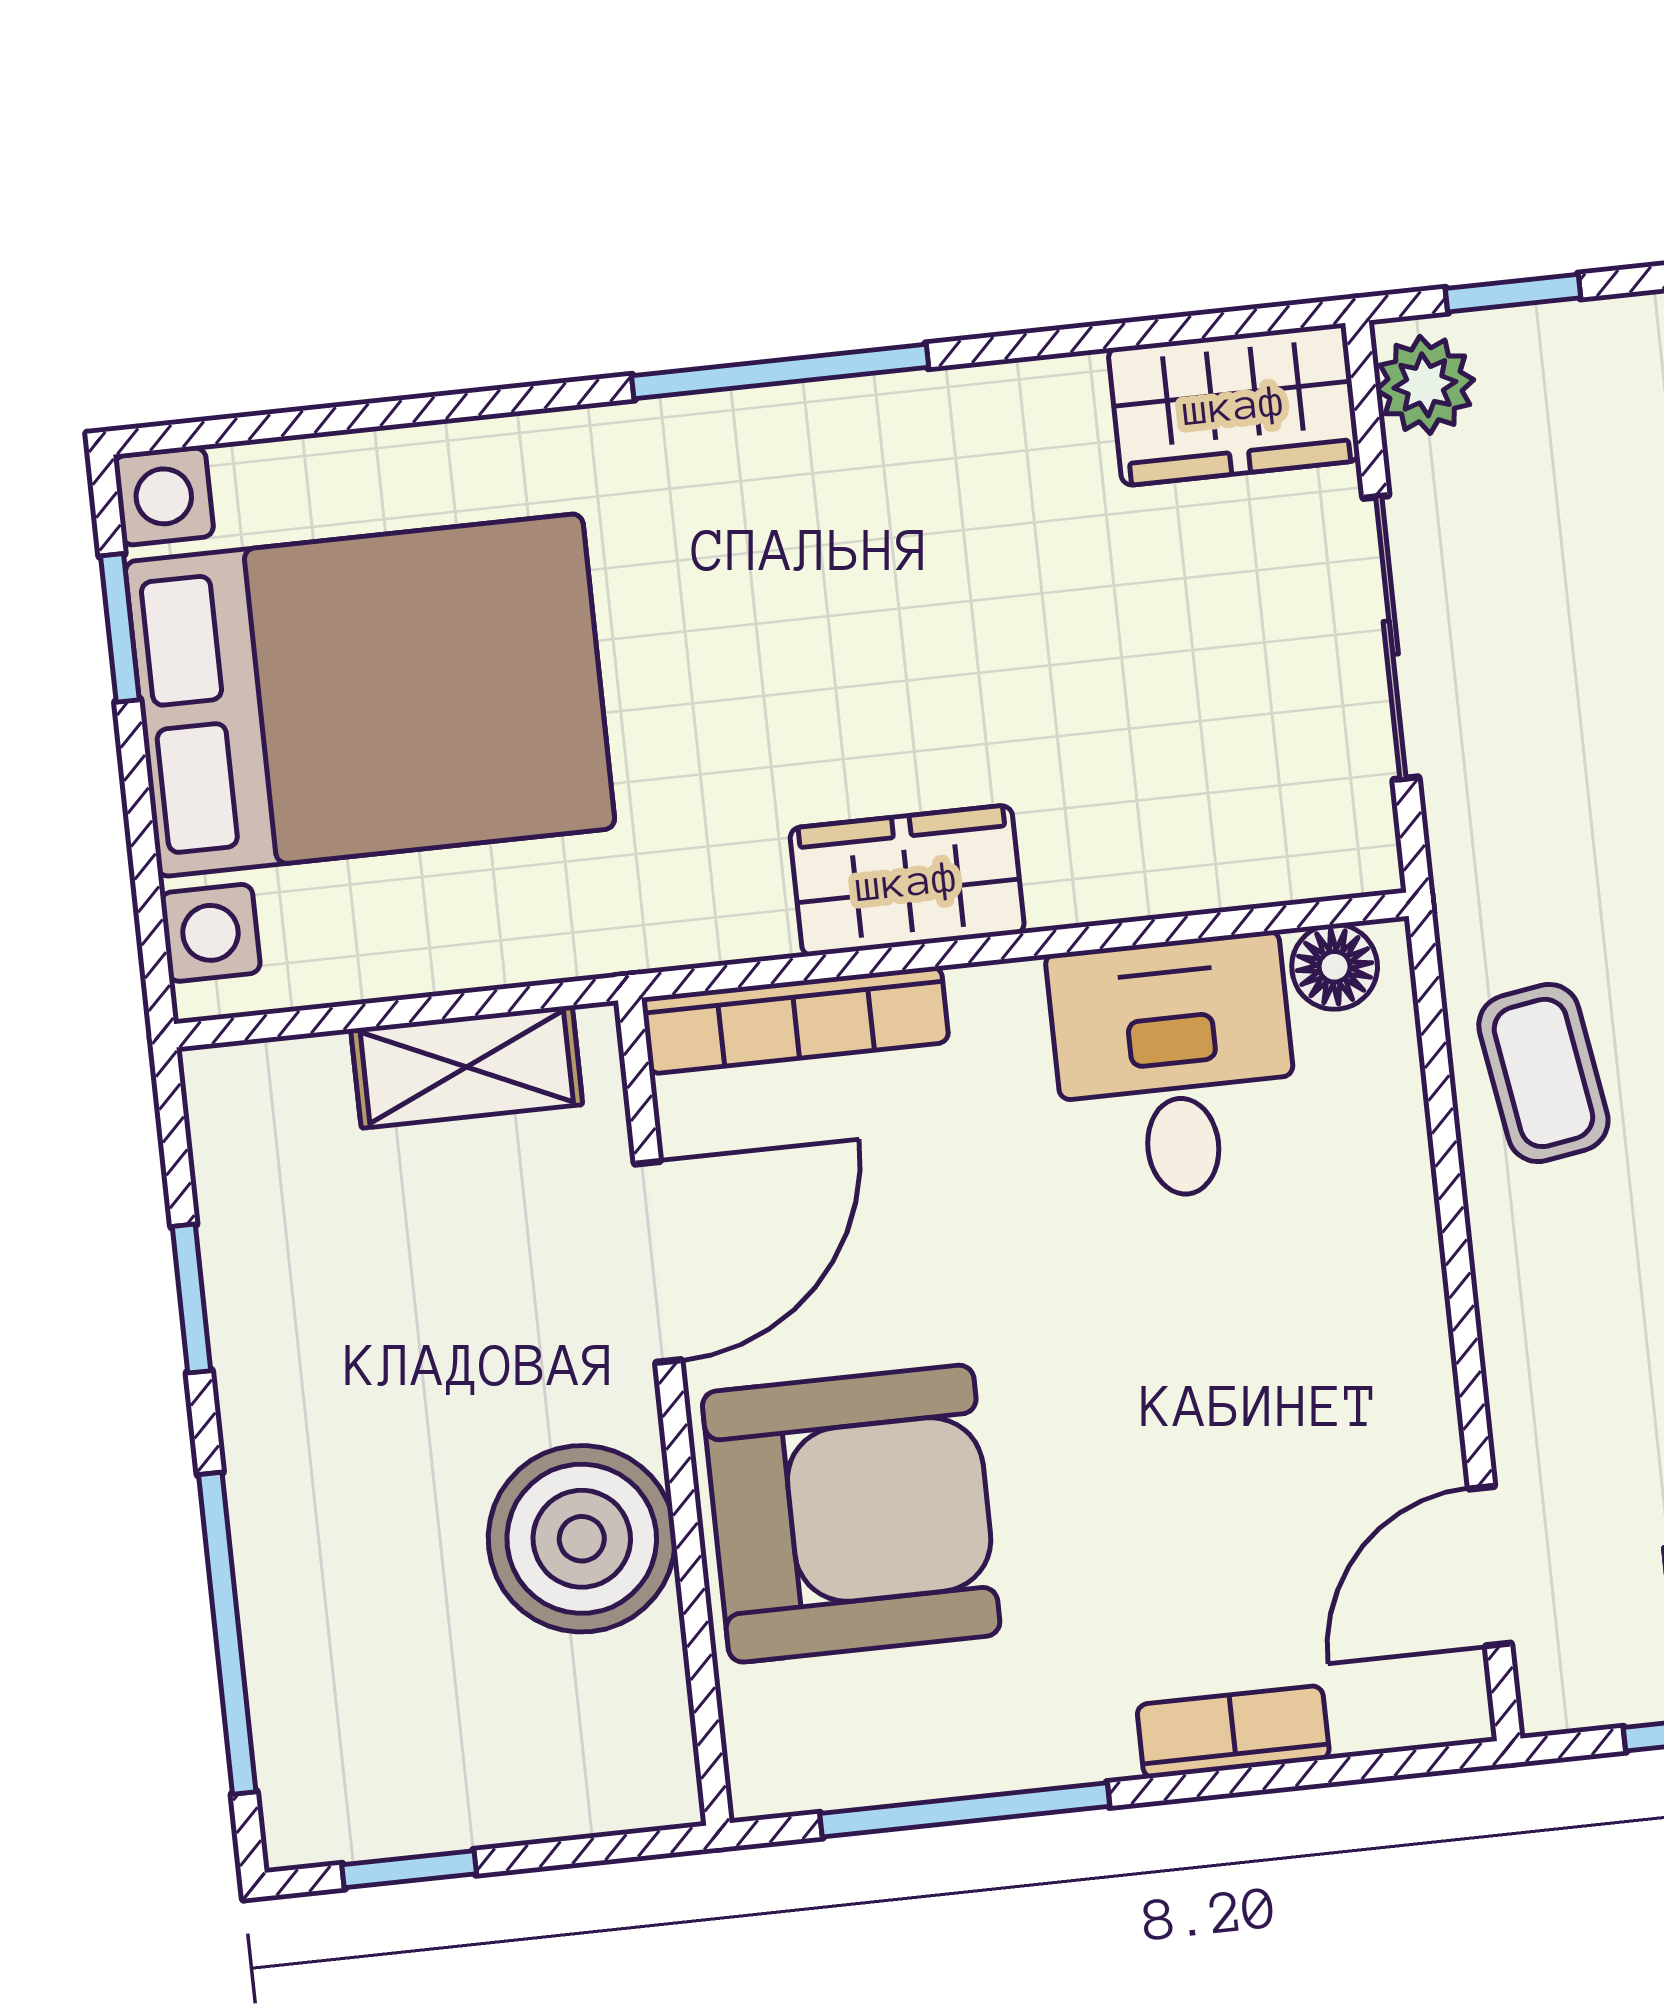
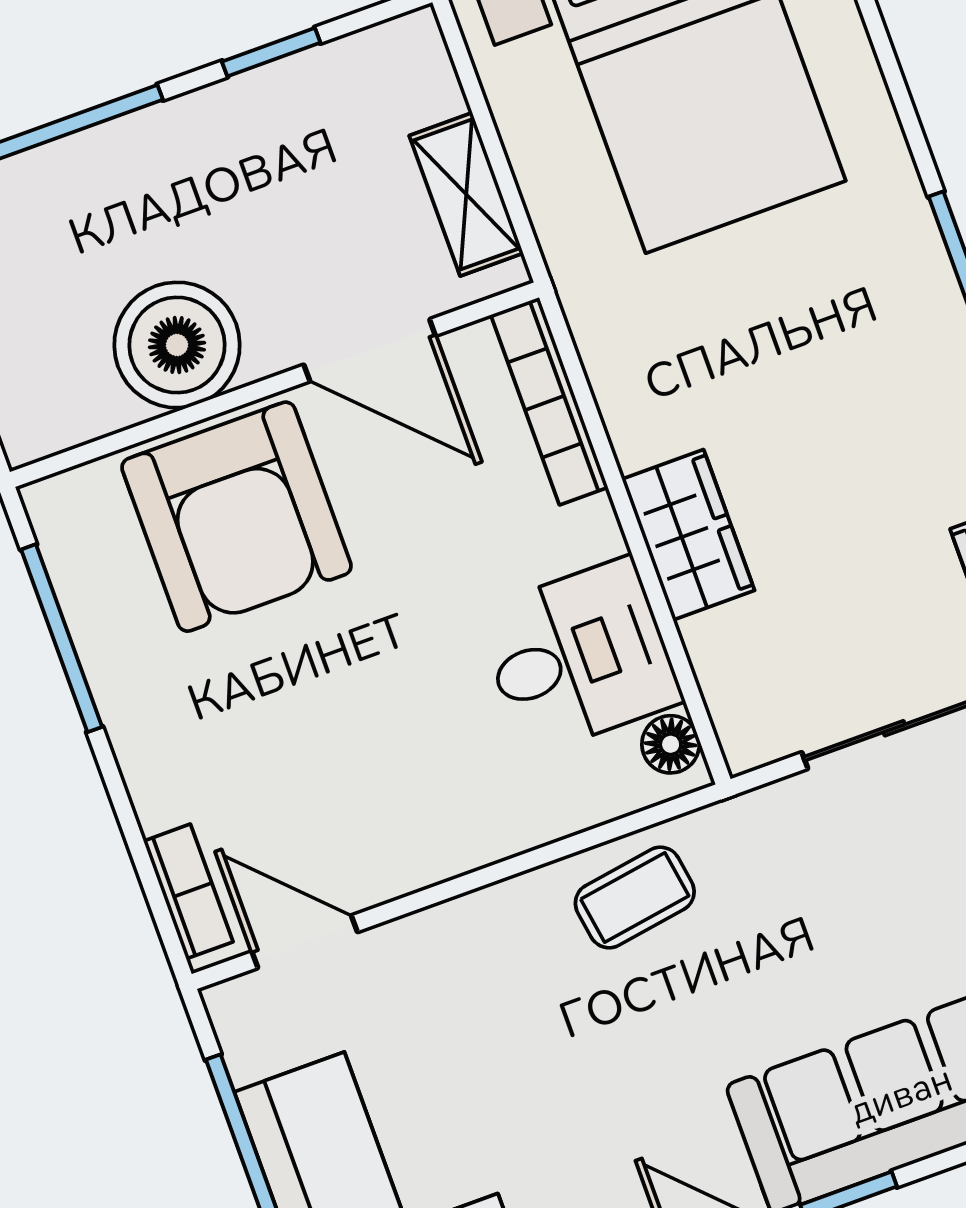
wardrobe: (907, 881) -> (688, 535), moved
bookcase: (1233, 1732) -> (188, 891), moved

